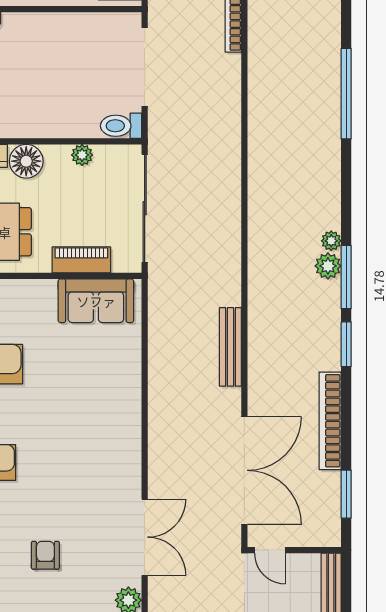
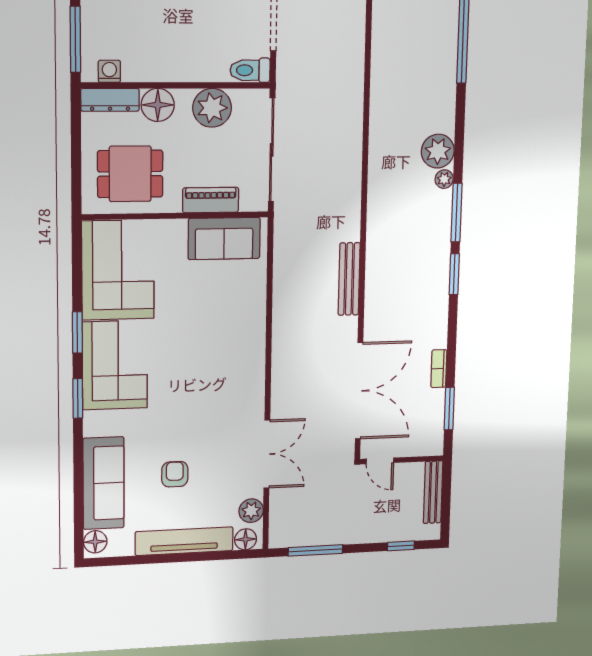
plant: (82, 155) -> (212, 108), width x1.88, depth x1.88
plant: (328, 266) -> (438, 151), moved, width x1.36, depth x1.36
bookcase: (330, 421) -> (439, 369), width x0.43, depth x0.76

